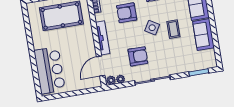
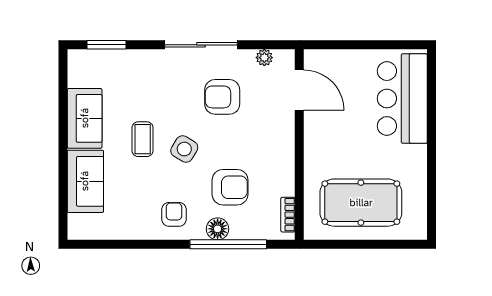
tv unit: (103, 38) -> (286, 145), removed
door: (101, 66) -> (299, 90), hinge flipped
plant: (111, 80) -> (284, 58), removed

